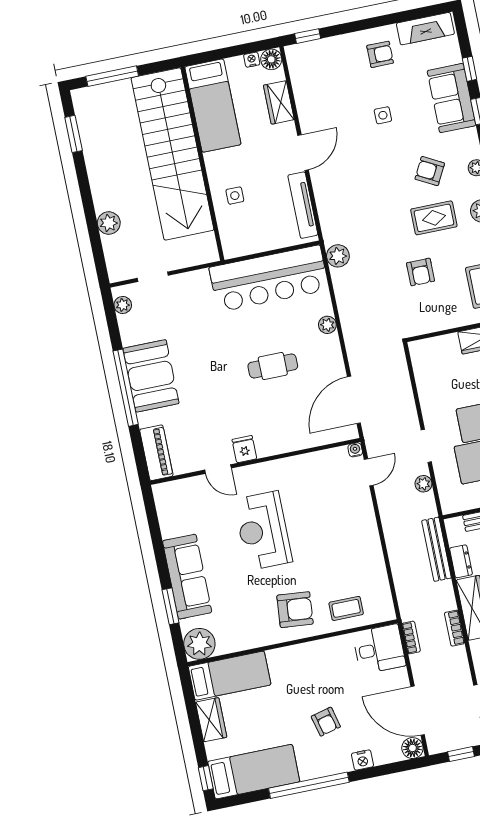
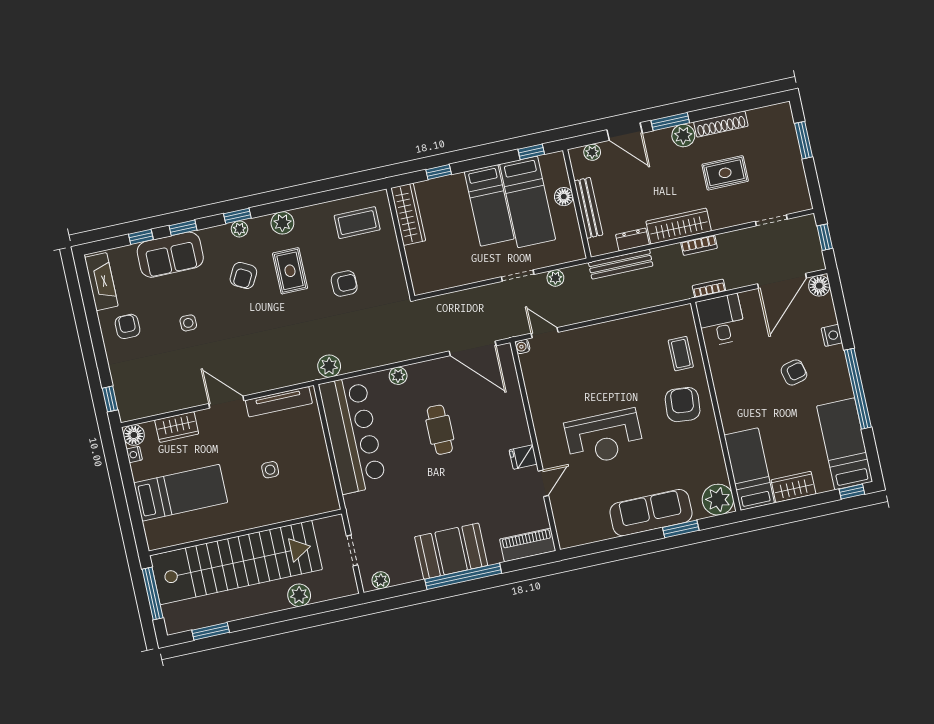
stairs: (172, 154) -> (236, 563), moved
wall: (202, 164) -> (245, 532), moved

